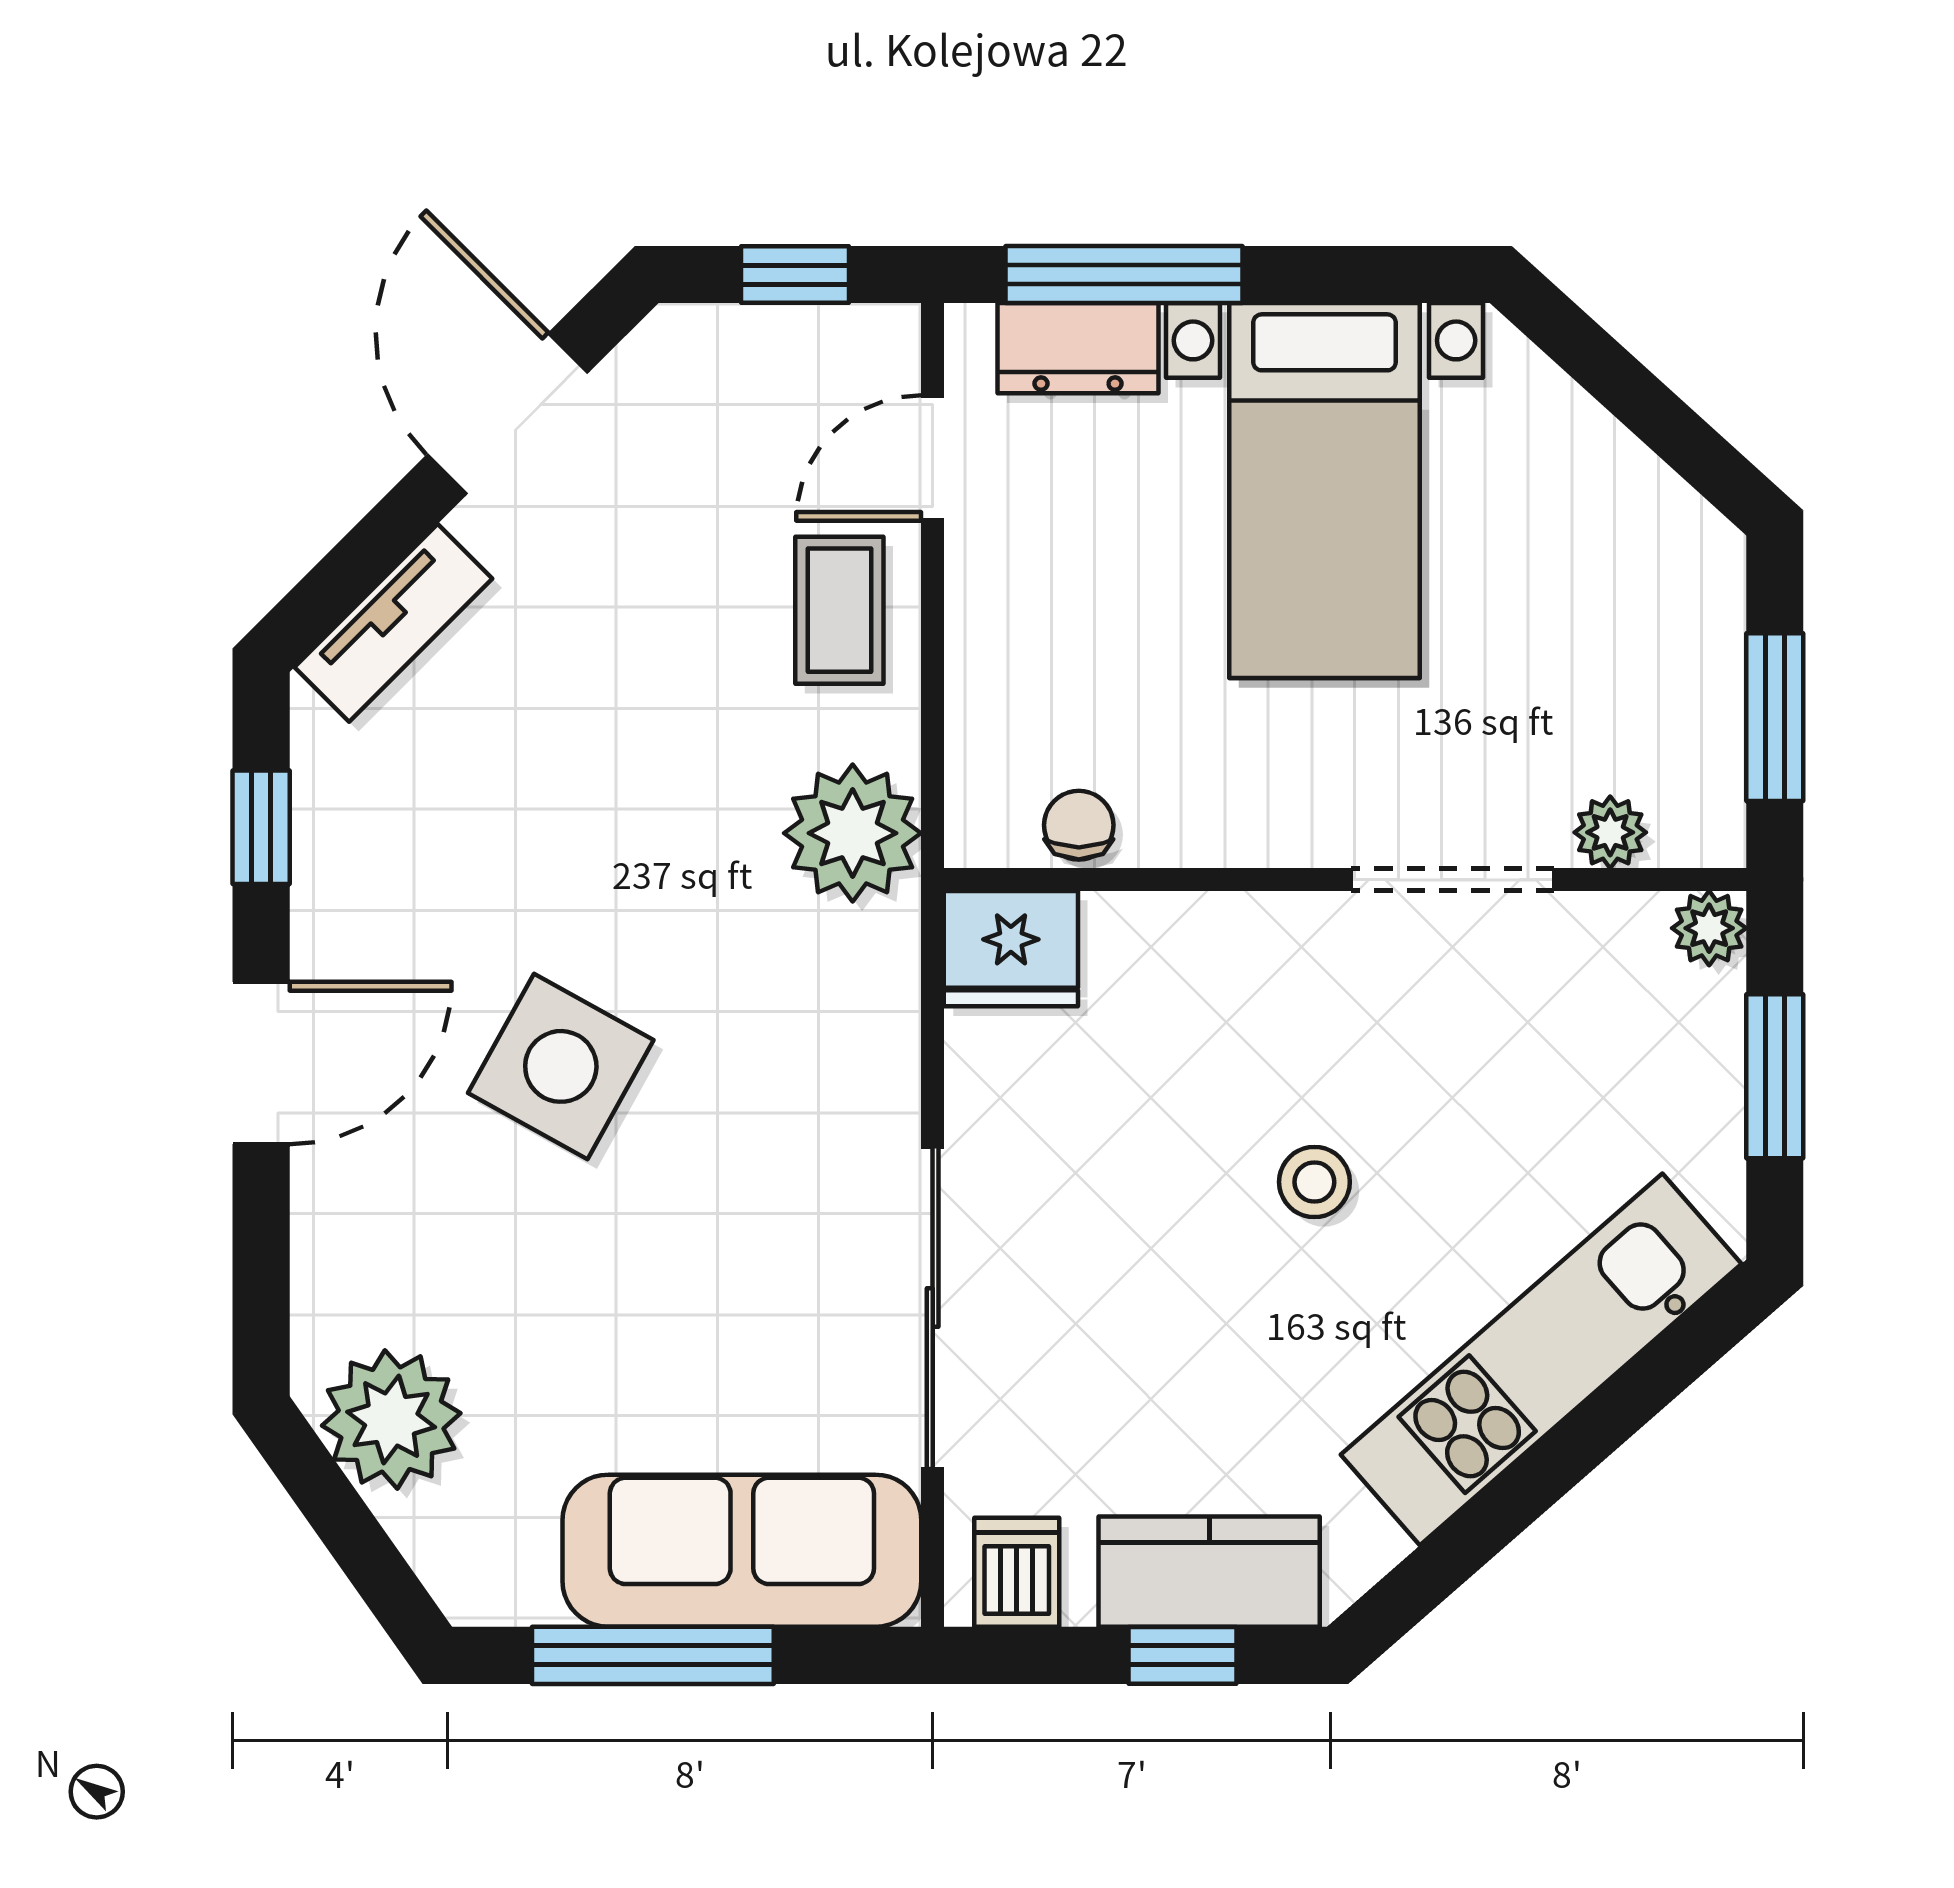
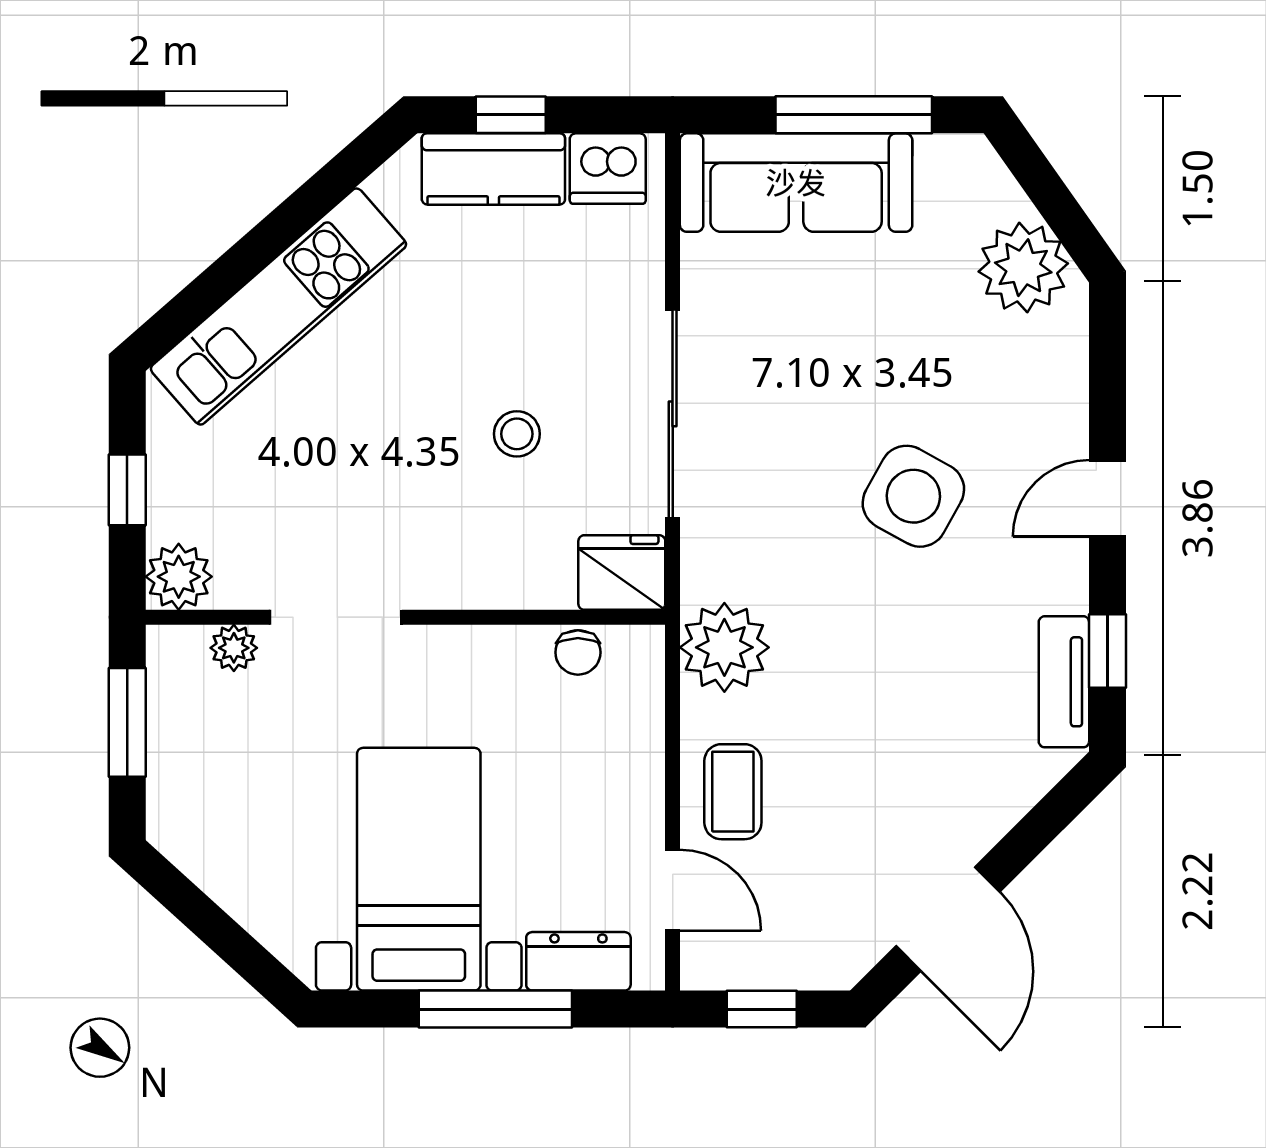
window: (1124, 275) -> (495, 1009), moved
door: (933, 458) -> (673, 890), hinge flipped
tv unit: (393, 623) -> (1064, 682), moved, turned -45
plant: (1709, 928) -> (179, 577), width x1.38, depth x1.38
door: (261, 1063) -> (1107, 498), width x0.73
window: (1775, 1076) -> (127, 490), width x0.67
stool: (1314, 1182) -> (517, 434), moved
sliding door: (933, 1308) -> (673, 414), moved
dishwasher: (1017, 1572) -> (608, 169), width x1.38

